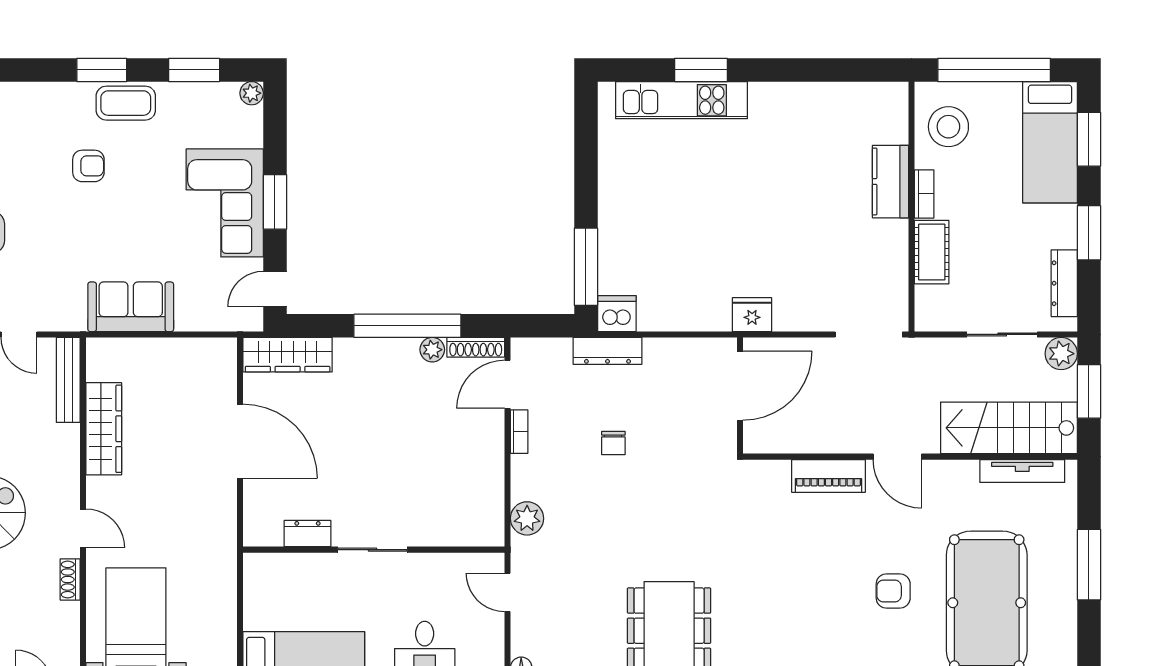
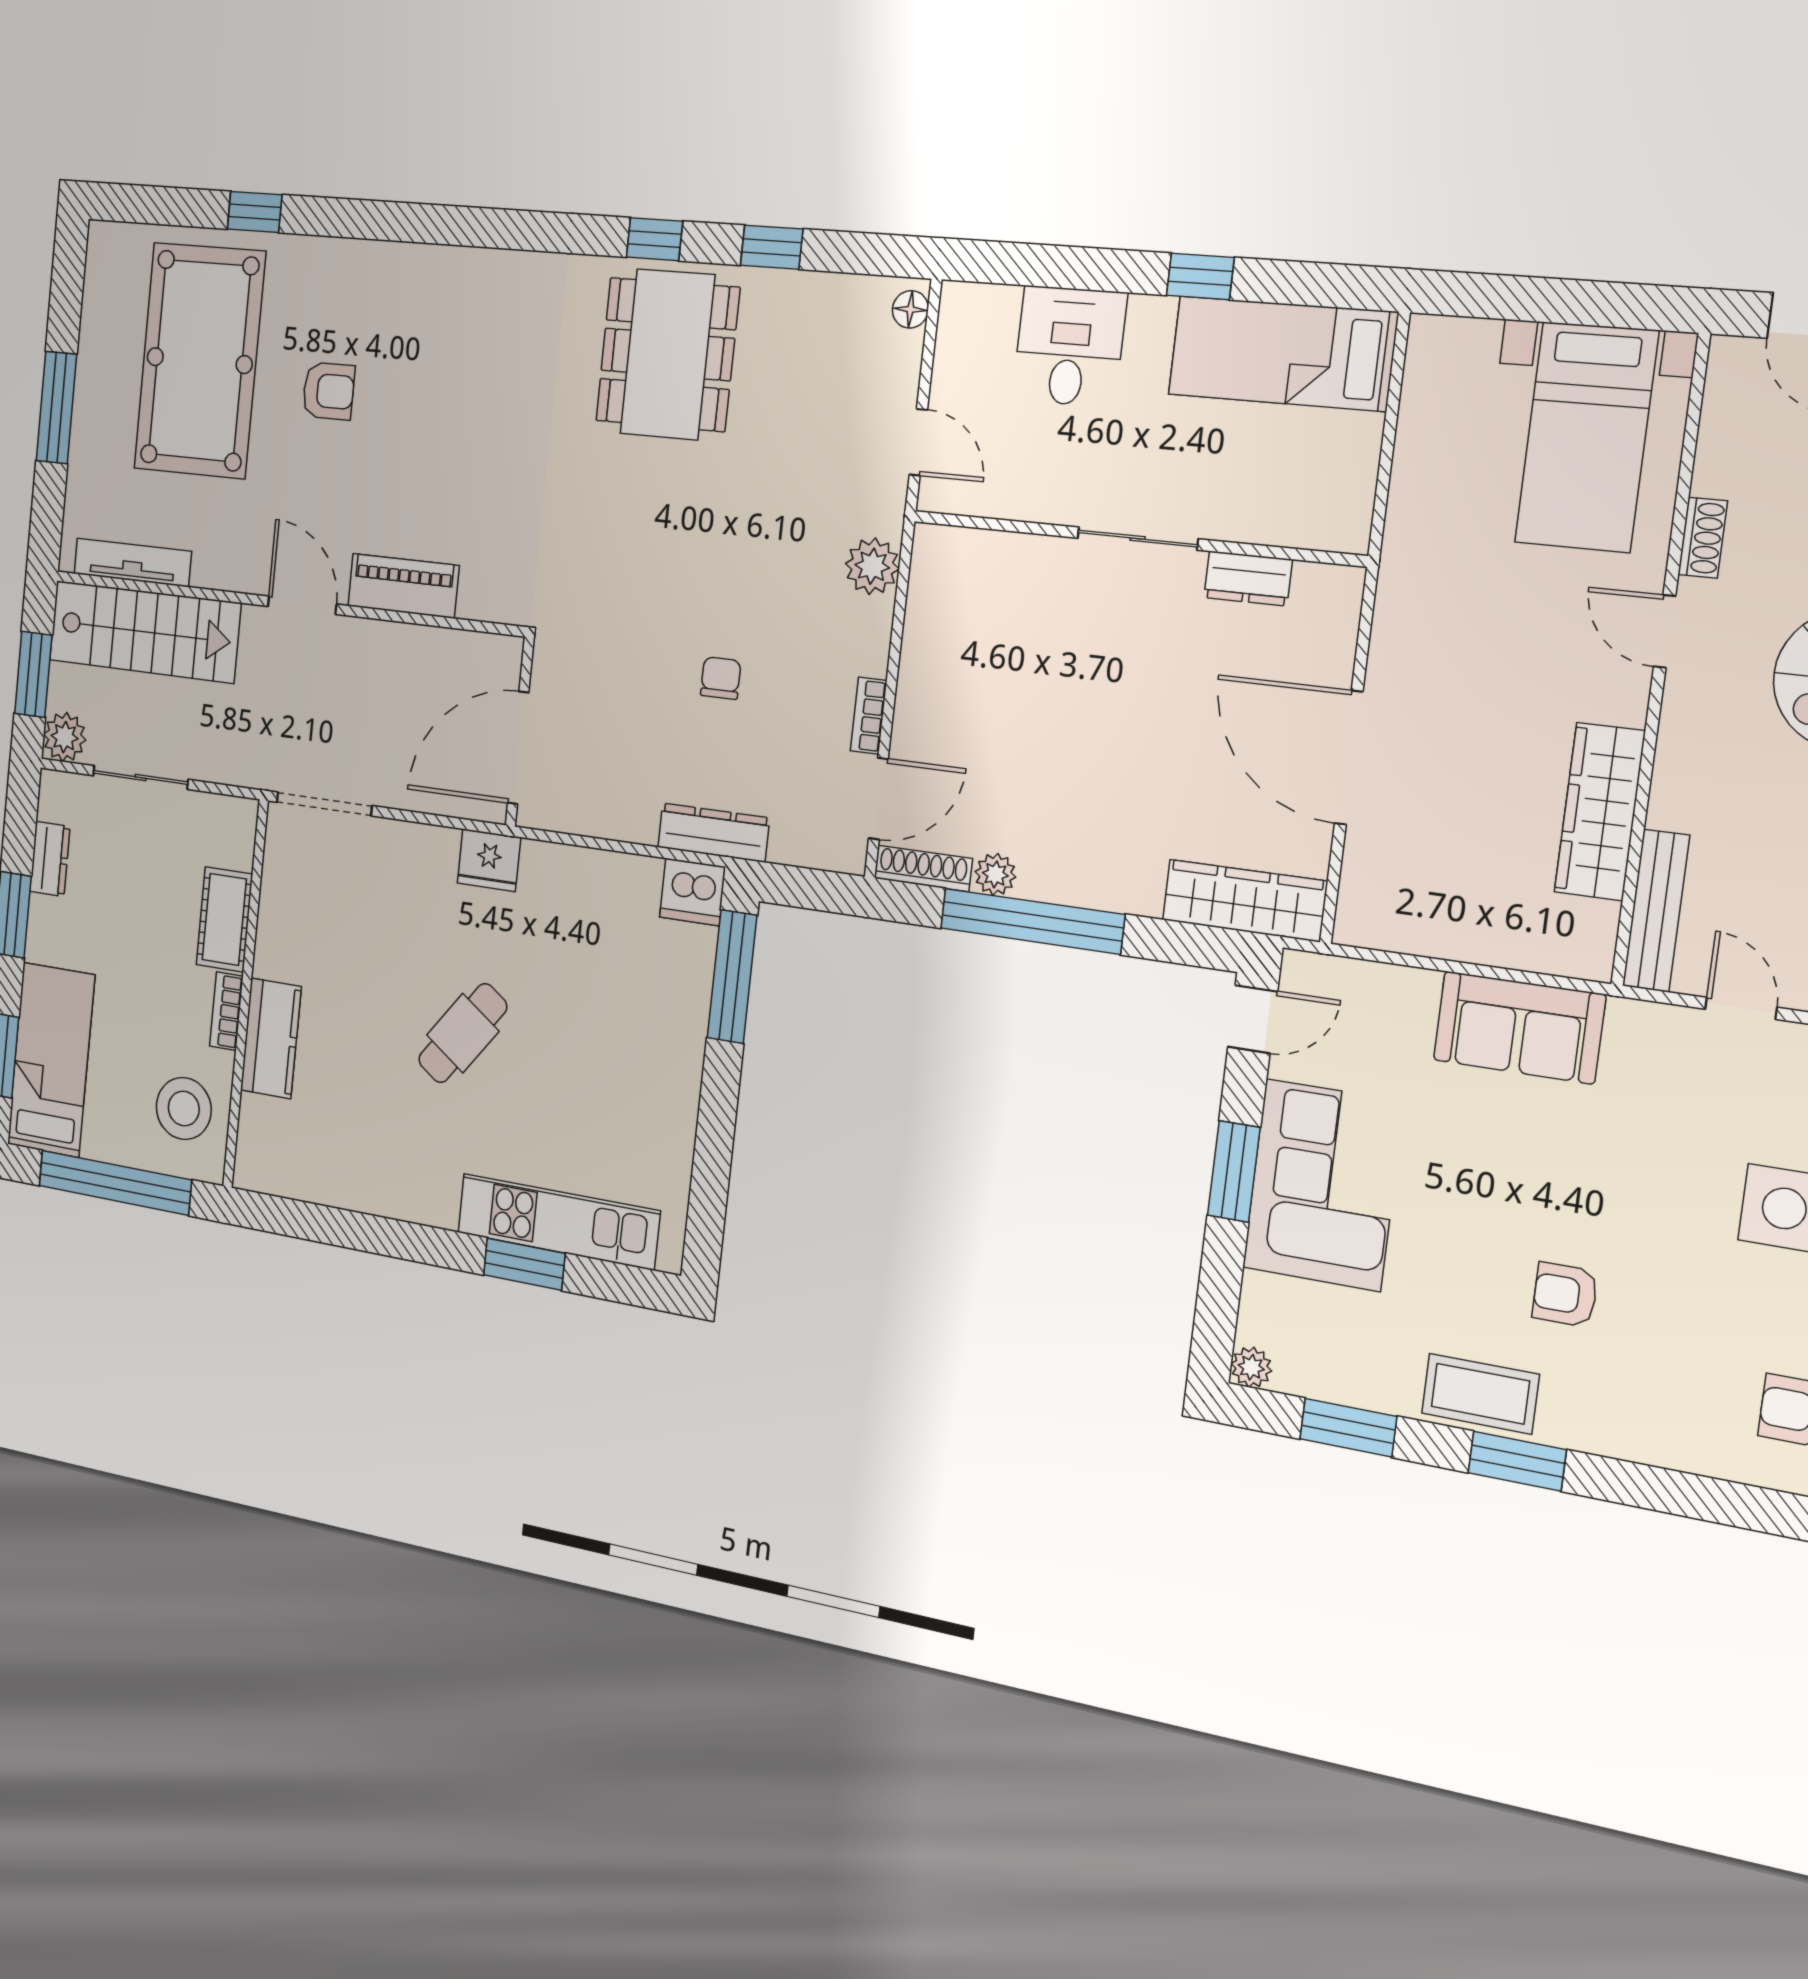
cafe table: (758, 206) -> (463, 1033), added
dresser: (1064, 283) -> (50, 859), width x0.70

